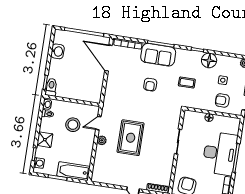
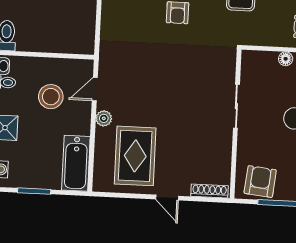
rug: (131, 138) -> (135, 156), moved
bathtub: (74, 171) -> (76, 163), moved, turned -90

